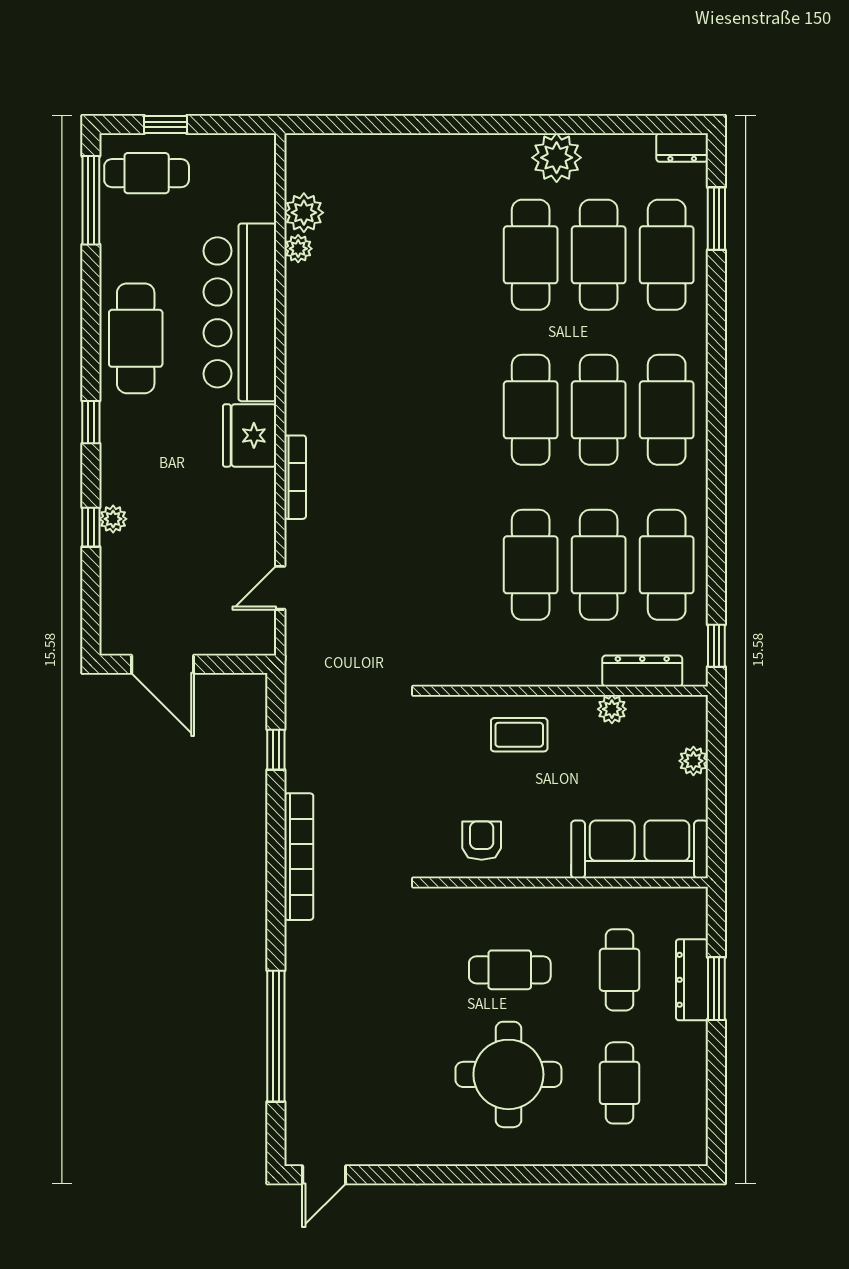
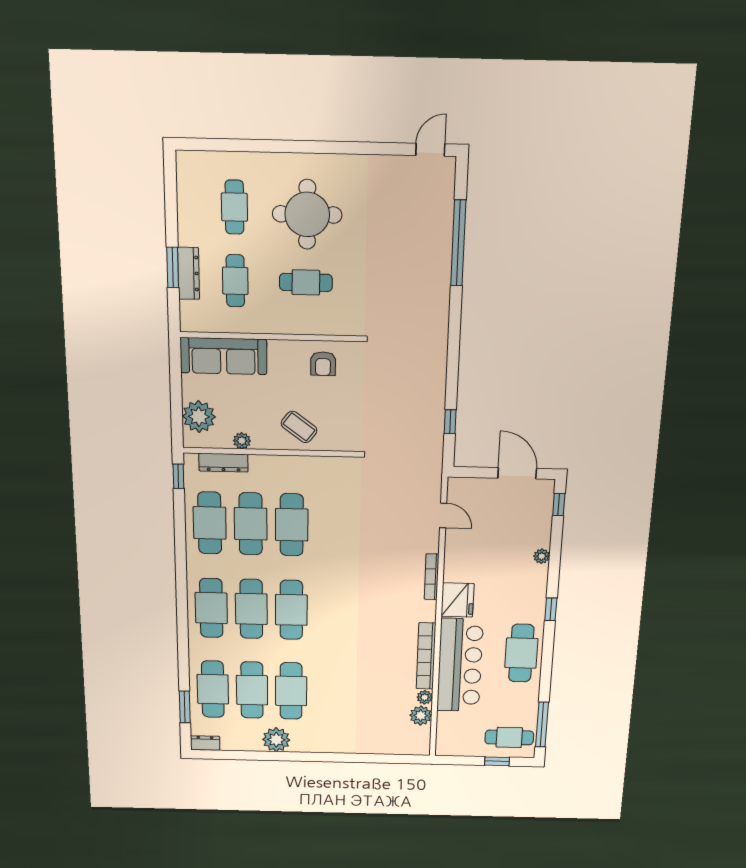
window: (91, 527) -> (559, 504), moved
door: (280, 588) -> (443, 515), hinge flipped
coffee table: (519, 735) -> (299, 427), turned 37
plant: (693, 761) -> (199, 417), width x1.87, depth x1.87
bookcase: (299, 857) -> (426, 656), moved

